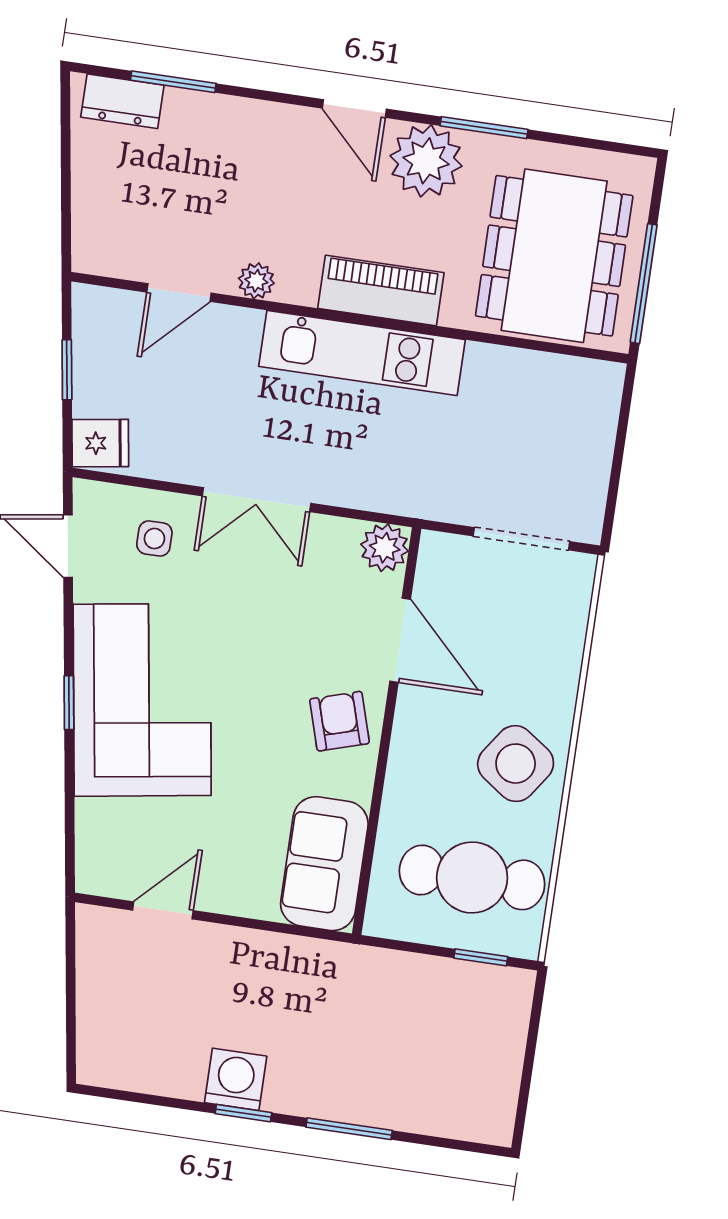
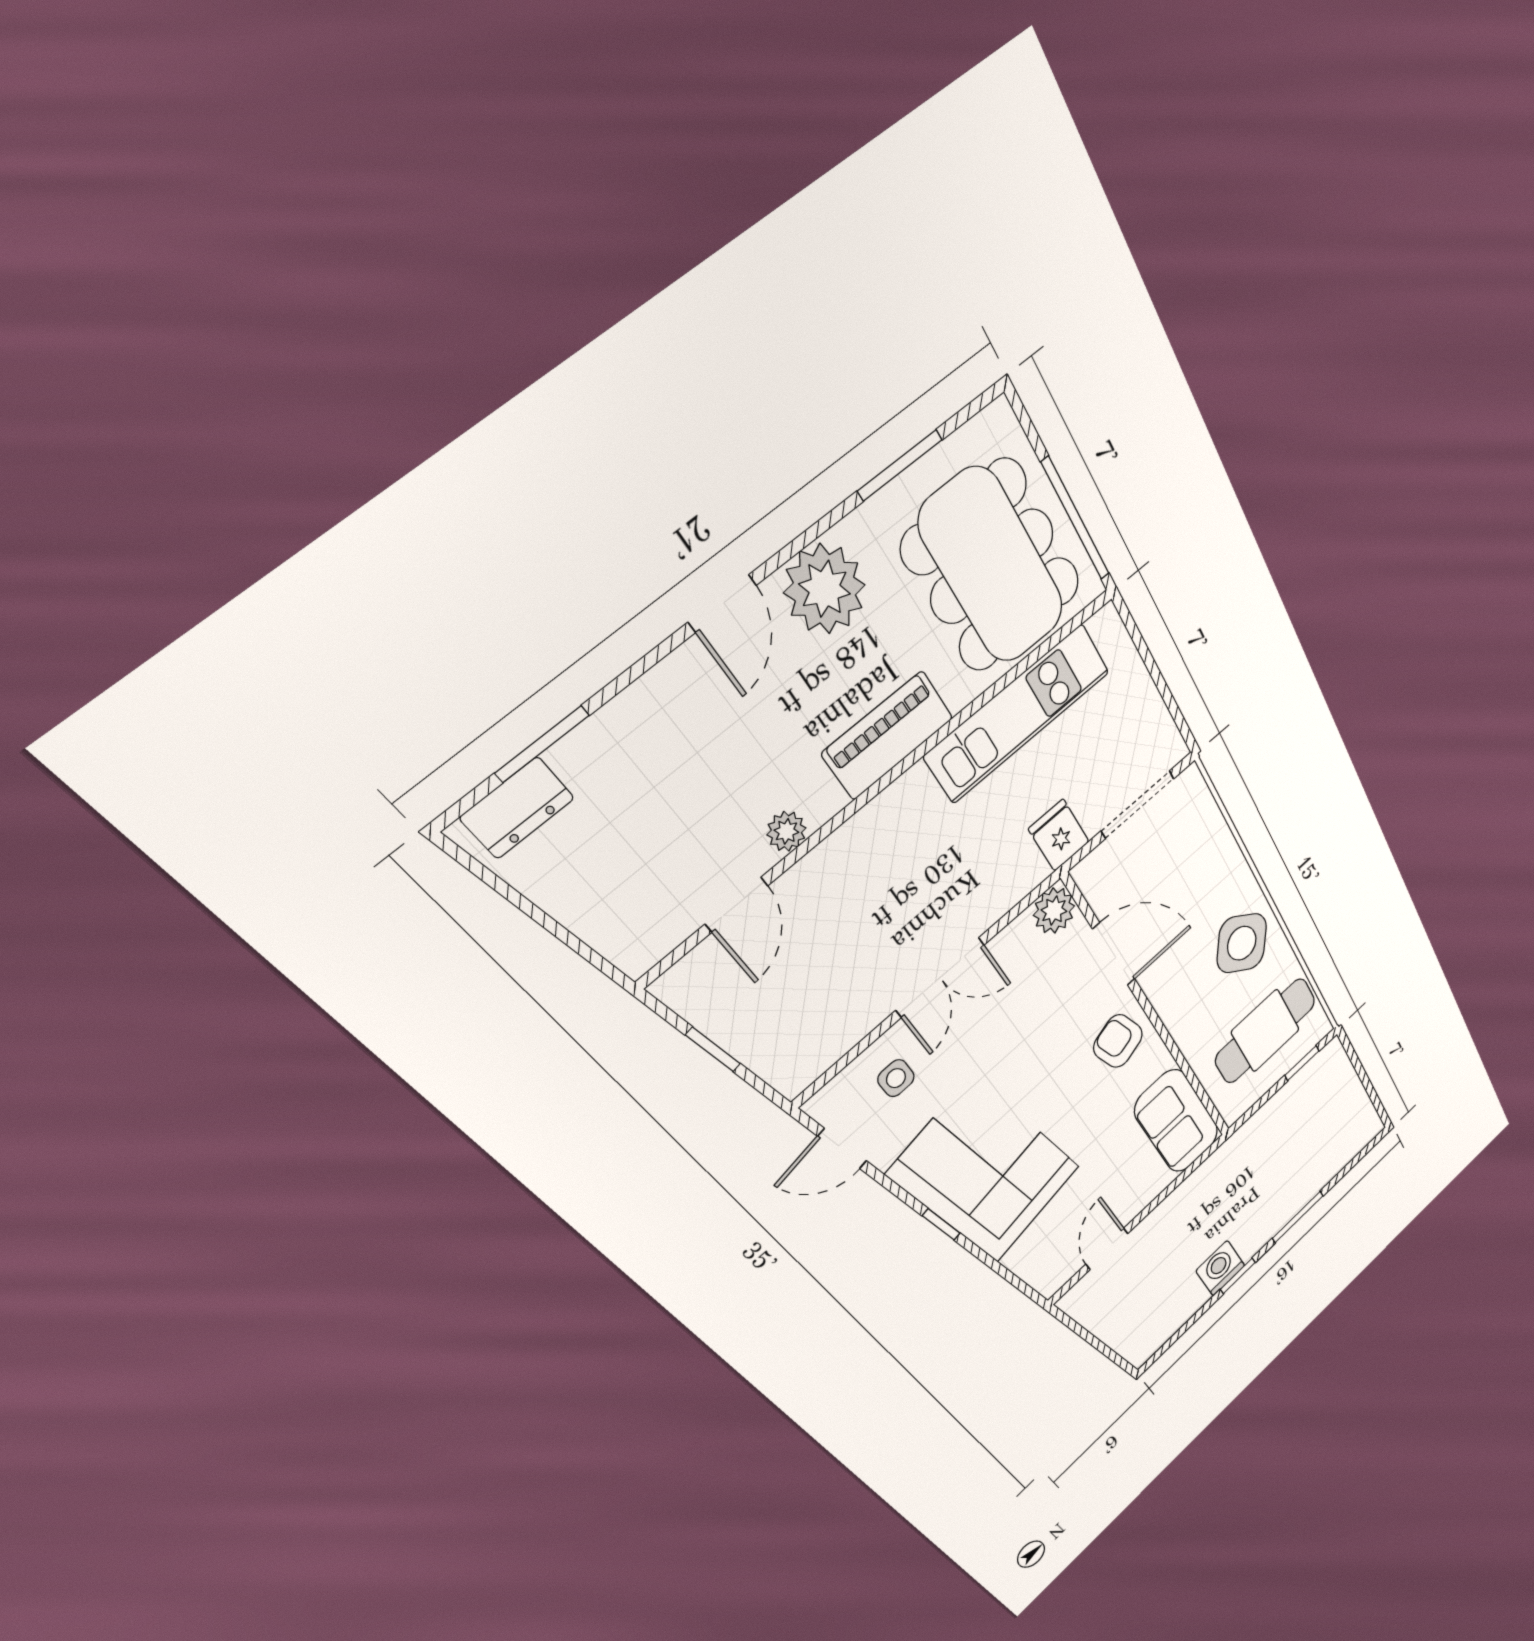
door: (354, 109) -> (722, 604), hinge flipped
window: (484, 128) -> (900, 465), moved
kitchen unit: (362, 353) -> (1018, 714), moved
fridge: (100, 443) -> (1059, 835), moved, turned -81

